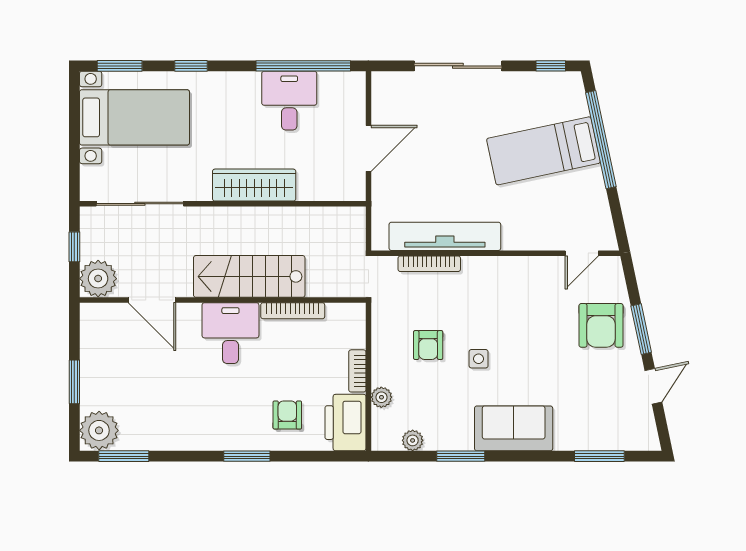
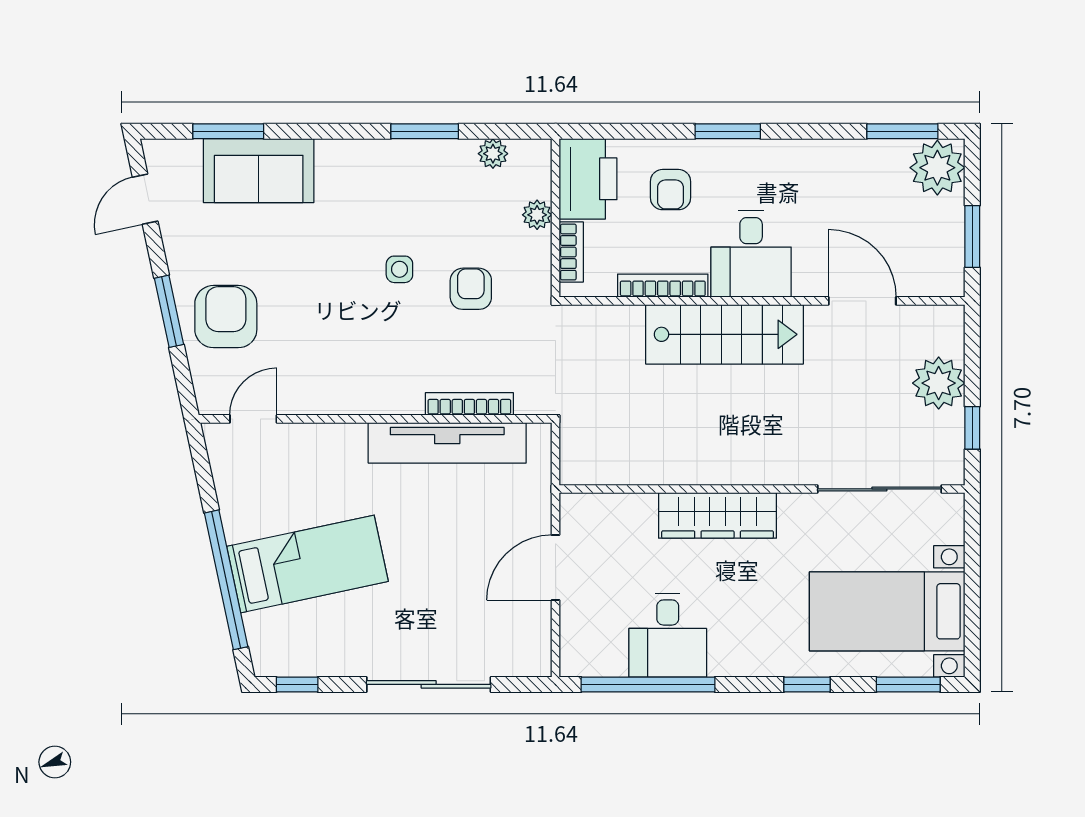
stairs: (249, 276) -> (725, 334), moved
door: (152, 300) -> (862, 301), moved
wall: (223, 300) -> (762, 301), moved
bookcase: (293, 311) -> (663, 286), moved
desk: (230, 333) -> (751, 254), moved
door: (653, 386) -> (145, 199), moved
sofa: (514, 428) -> (259, 171), moved

